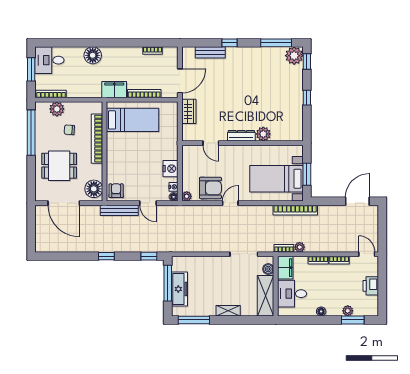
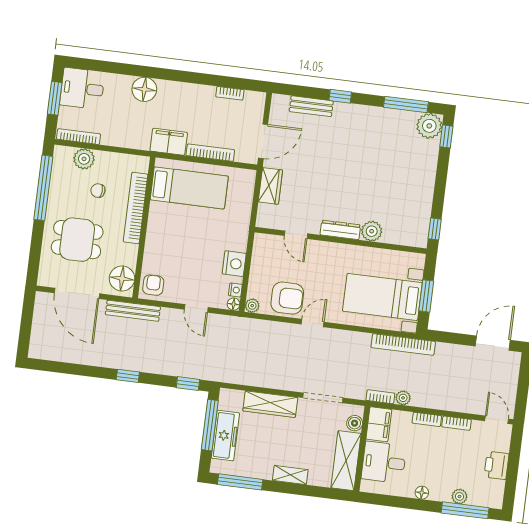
window: (307, 98) -> (435, 229), moved
bench: (119, 210) -> (133, 311), moved
wardrobe: (208, 263) -> (270, 404), added
window: (353, 320) -> (465, 510), width x1.44

